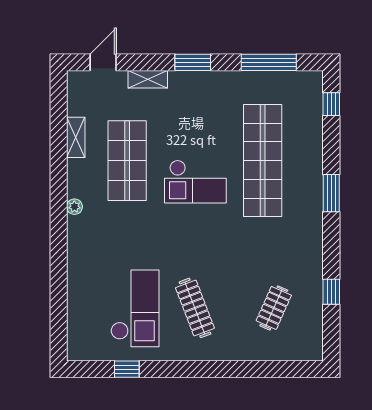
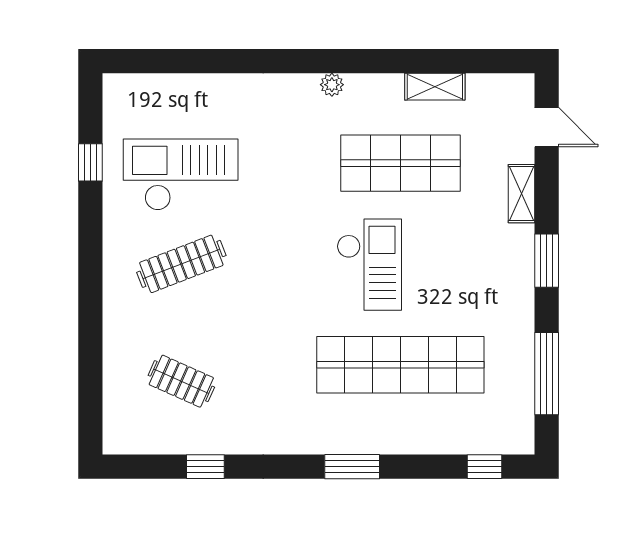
checkout: (195, 182) -> (369, 265), turned 180
checkout: (135, 308) -> (181, 175), turned 180

